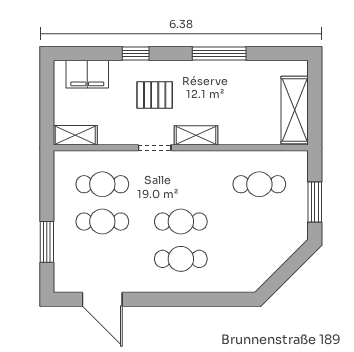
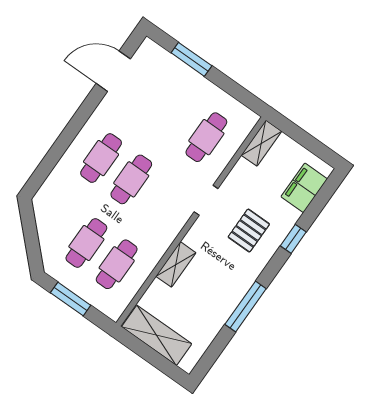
shelving: (196, 135) -> (176, 264), moved
cafe table: (102, 222) -> (86, 243), moved

